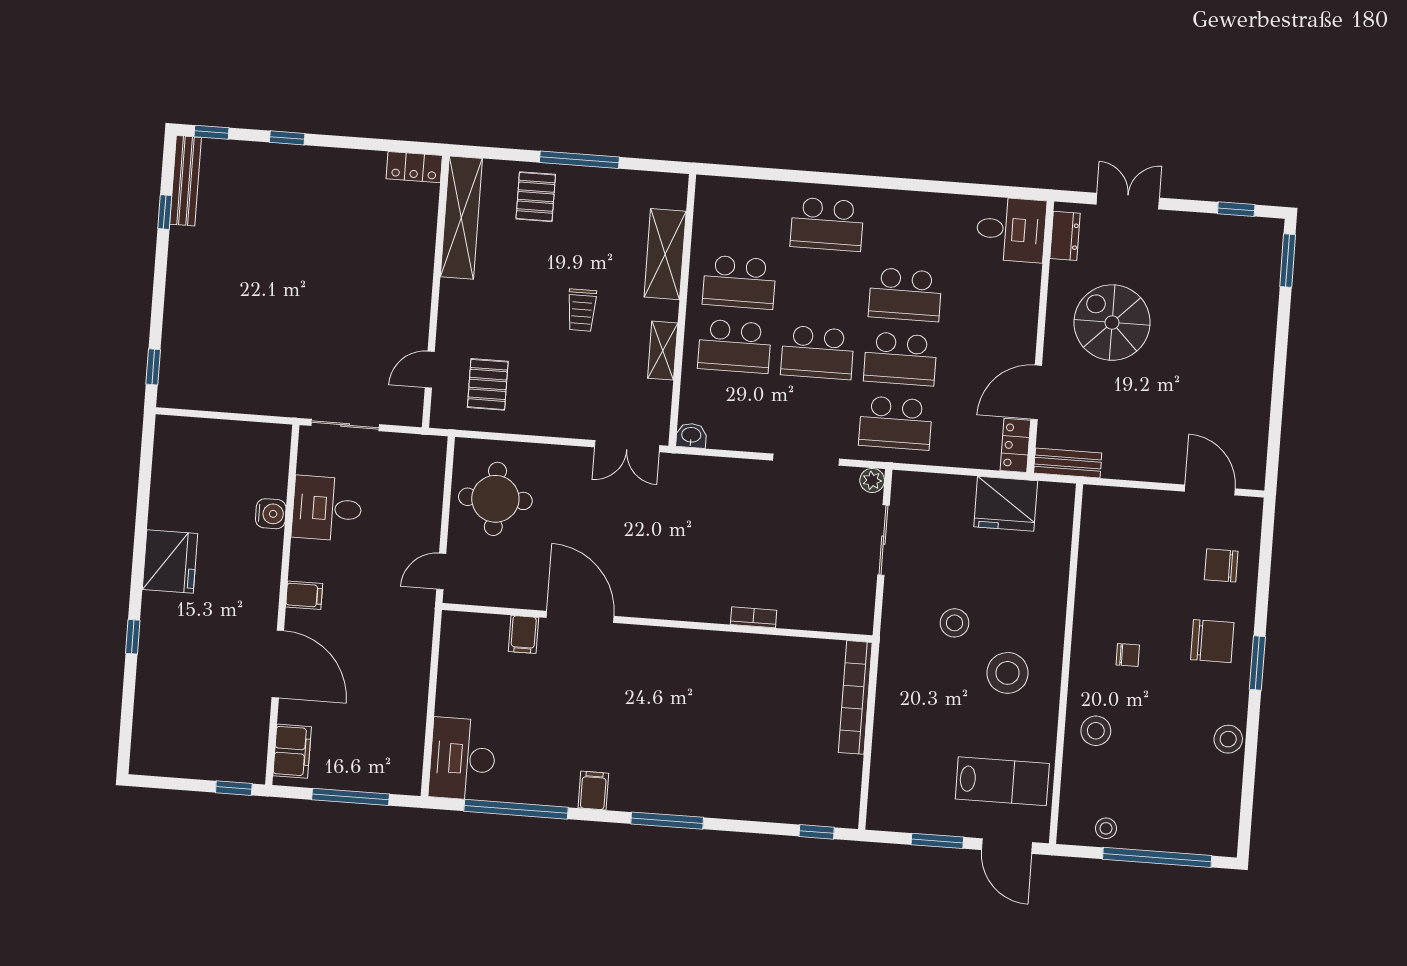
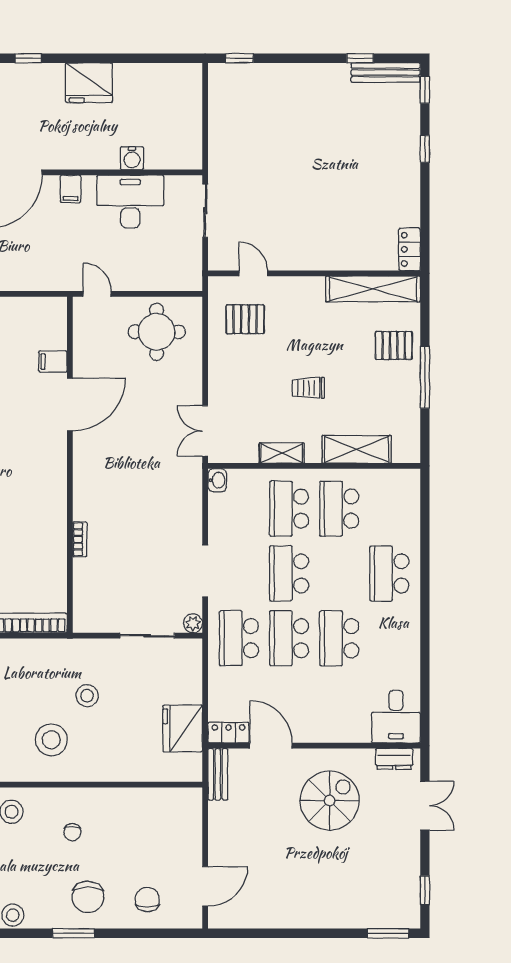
desk: (327, 508) -> (130, 202), width x1.37

